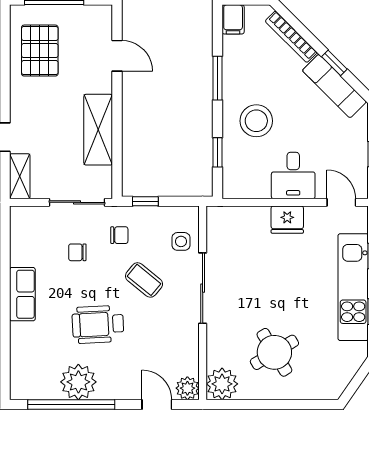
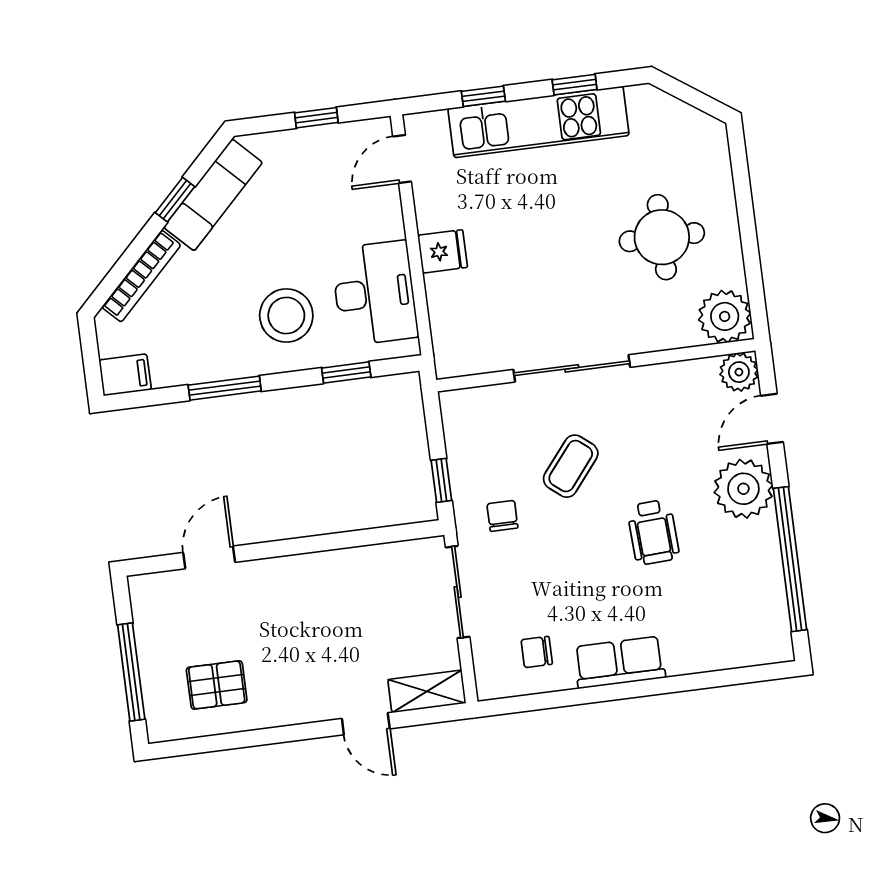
pallet: (40, 51) -> (217, 685), width x0.67, depth x0.71
shelving: (98, 130) -> (334, 573), removed
desk: (293, 176) -> (375, 293), moved, width x1.37
fridge: (287, 220) -> (443, 251), width x0.72
side table: (181, 241) -> (500, 414), removed
chair: (77, 252) -> (537, 652), moved, turned 90
wheelchair: (98, 324) -> (653, 532), width x0.73, depth x0.73
round table: (274, 352) -> (662, 237), turned 31
plant: (78, 382) -> (743, 489), moved

